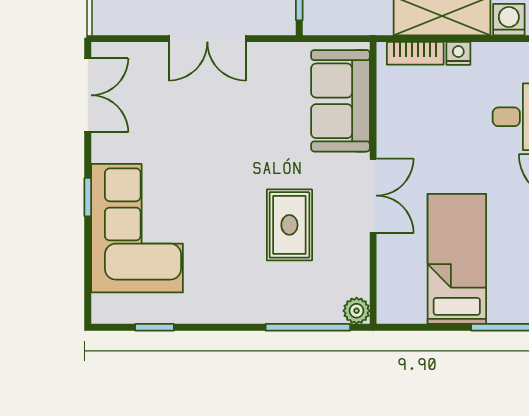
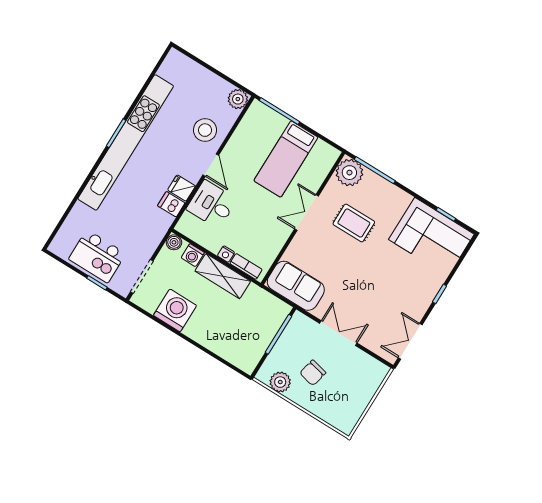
sofa: (340, 101) -> (296, 286), moved, turned -90
rug: (289, 225) -> (354, 223), turned 90
corner sofa: (137, 228) -> (431, 237), moved, turned -90
plant: (357, 311) -> (349, 173), width x1.88, depth x1.88

